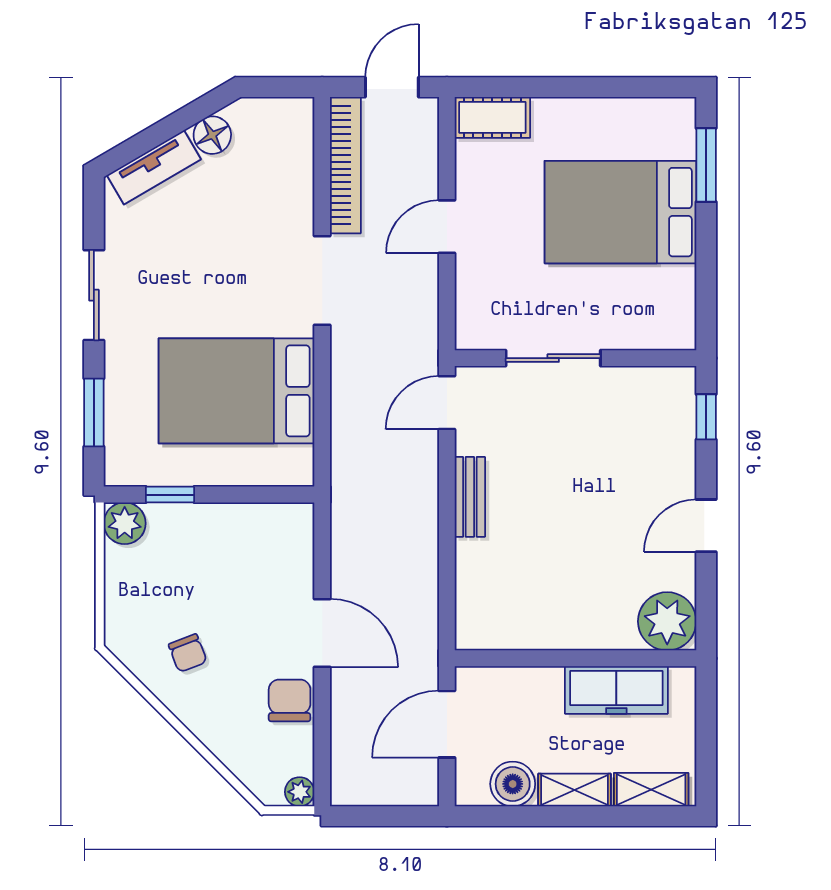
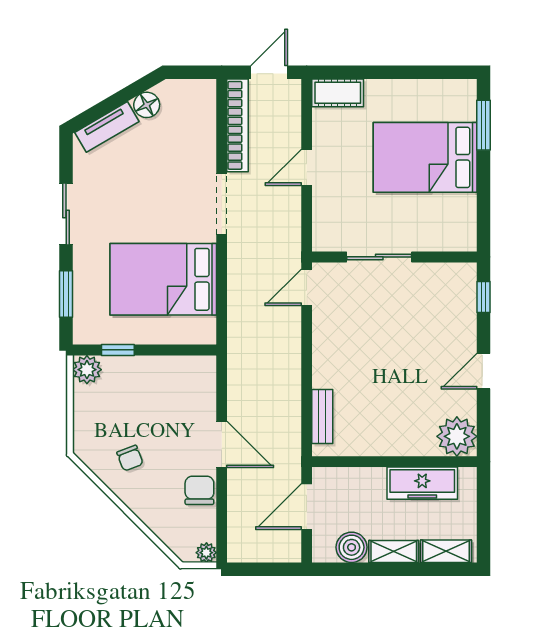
bench: (470, 497) -> (322, 416), moved

